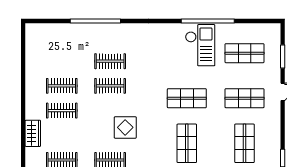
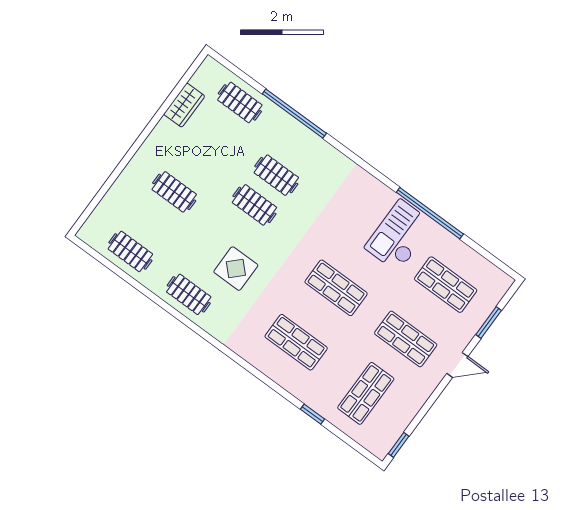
checkout: (200, 45) -> (399, 236), turned 180
clothes rail: (62, 86) -> (240, 102), moved
wardrobe: (33, 133) -> (184, 105), moved
shop shelf: (187, 143) -> (296, 342), turned 90

